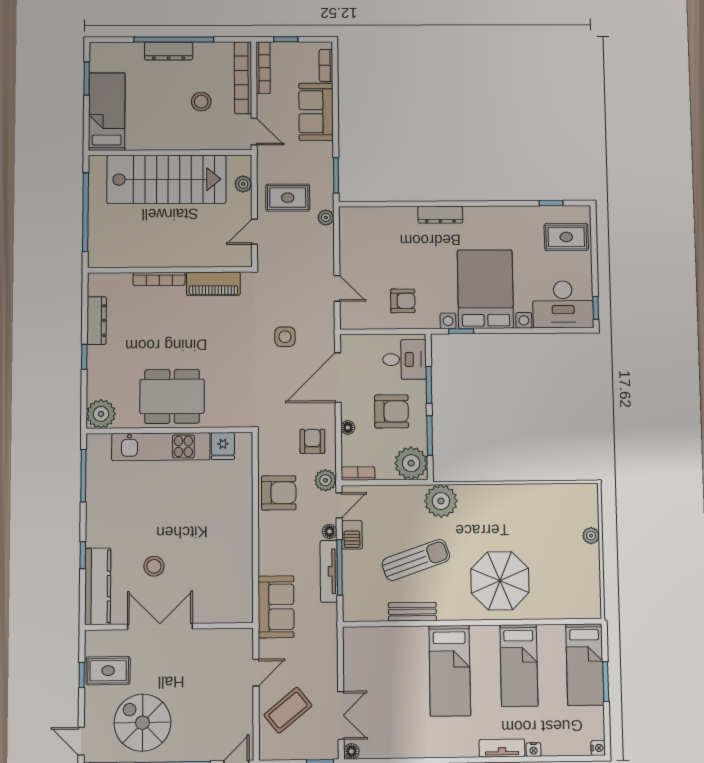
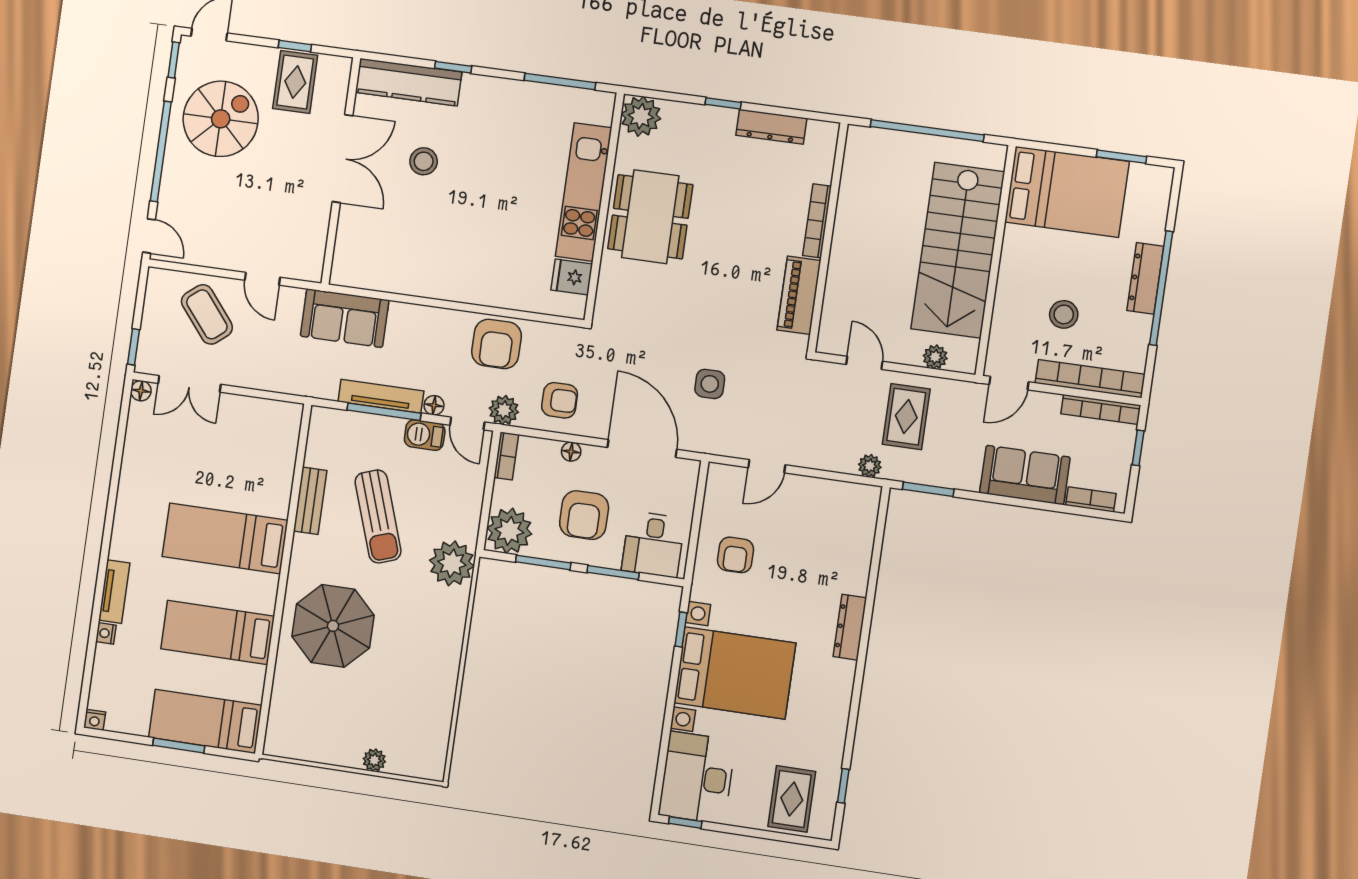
bed: (107, 112) -> (1067, 192), width x1.50

